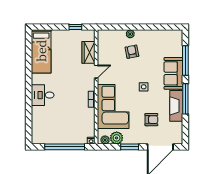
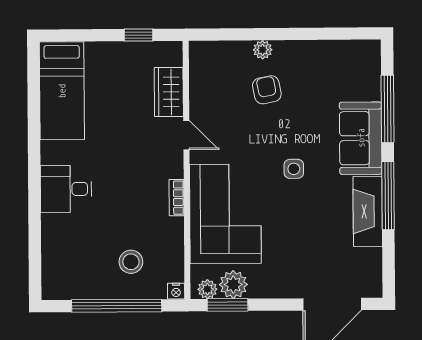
door: (96, 72) -> (186, 135), hinge flipped
armchair: (151, 120) -> (312, 243), removed
stool: (71, 127) -> (131, 262), added
window: (130, 147) -> (228, 305), moved

